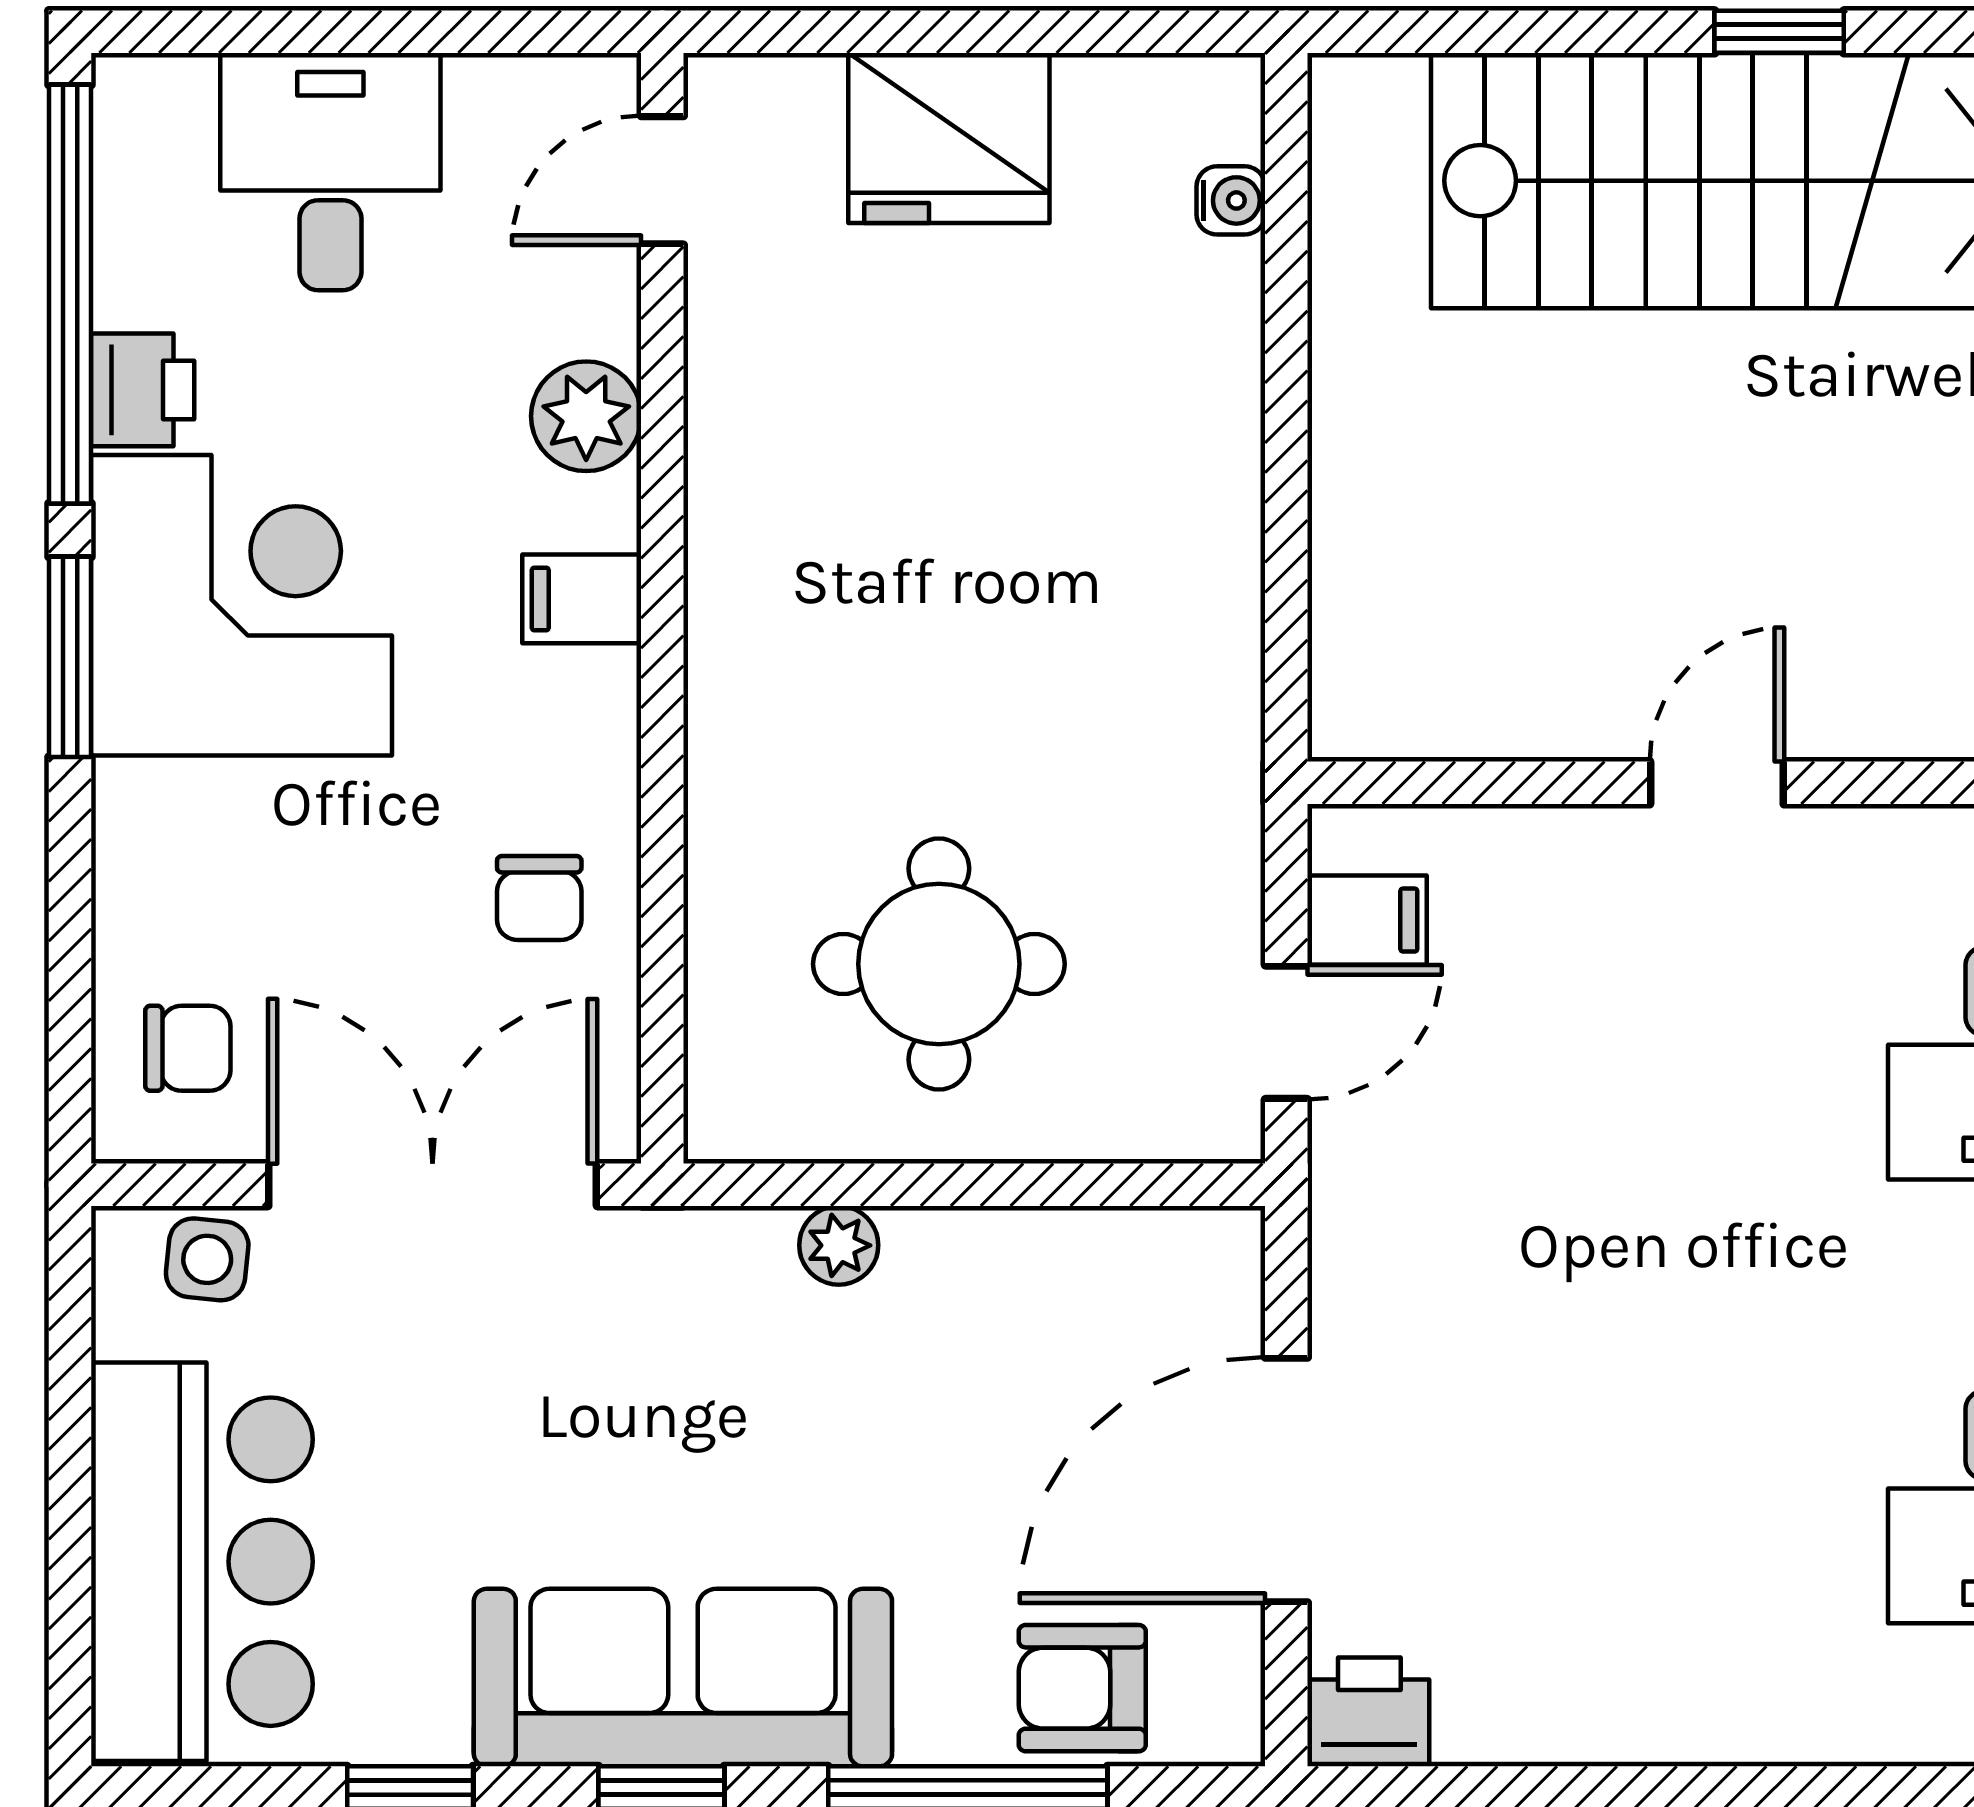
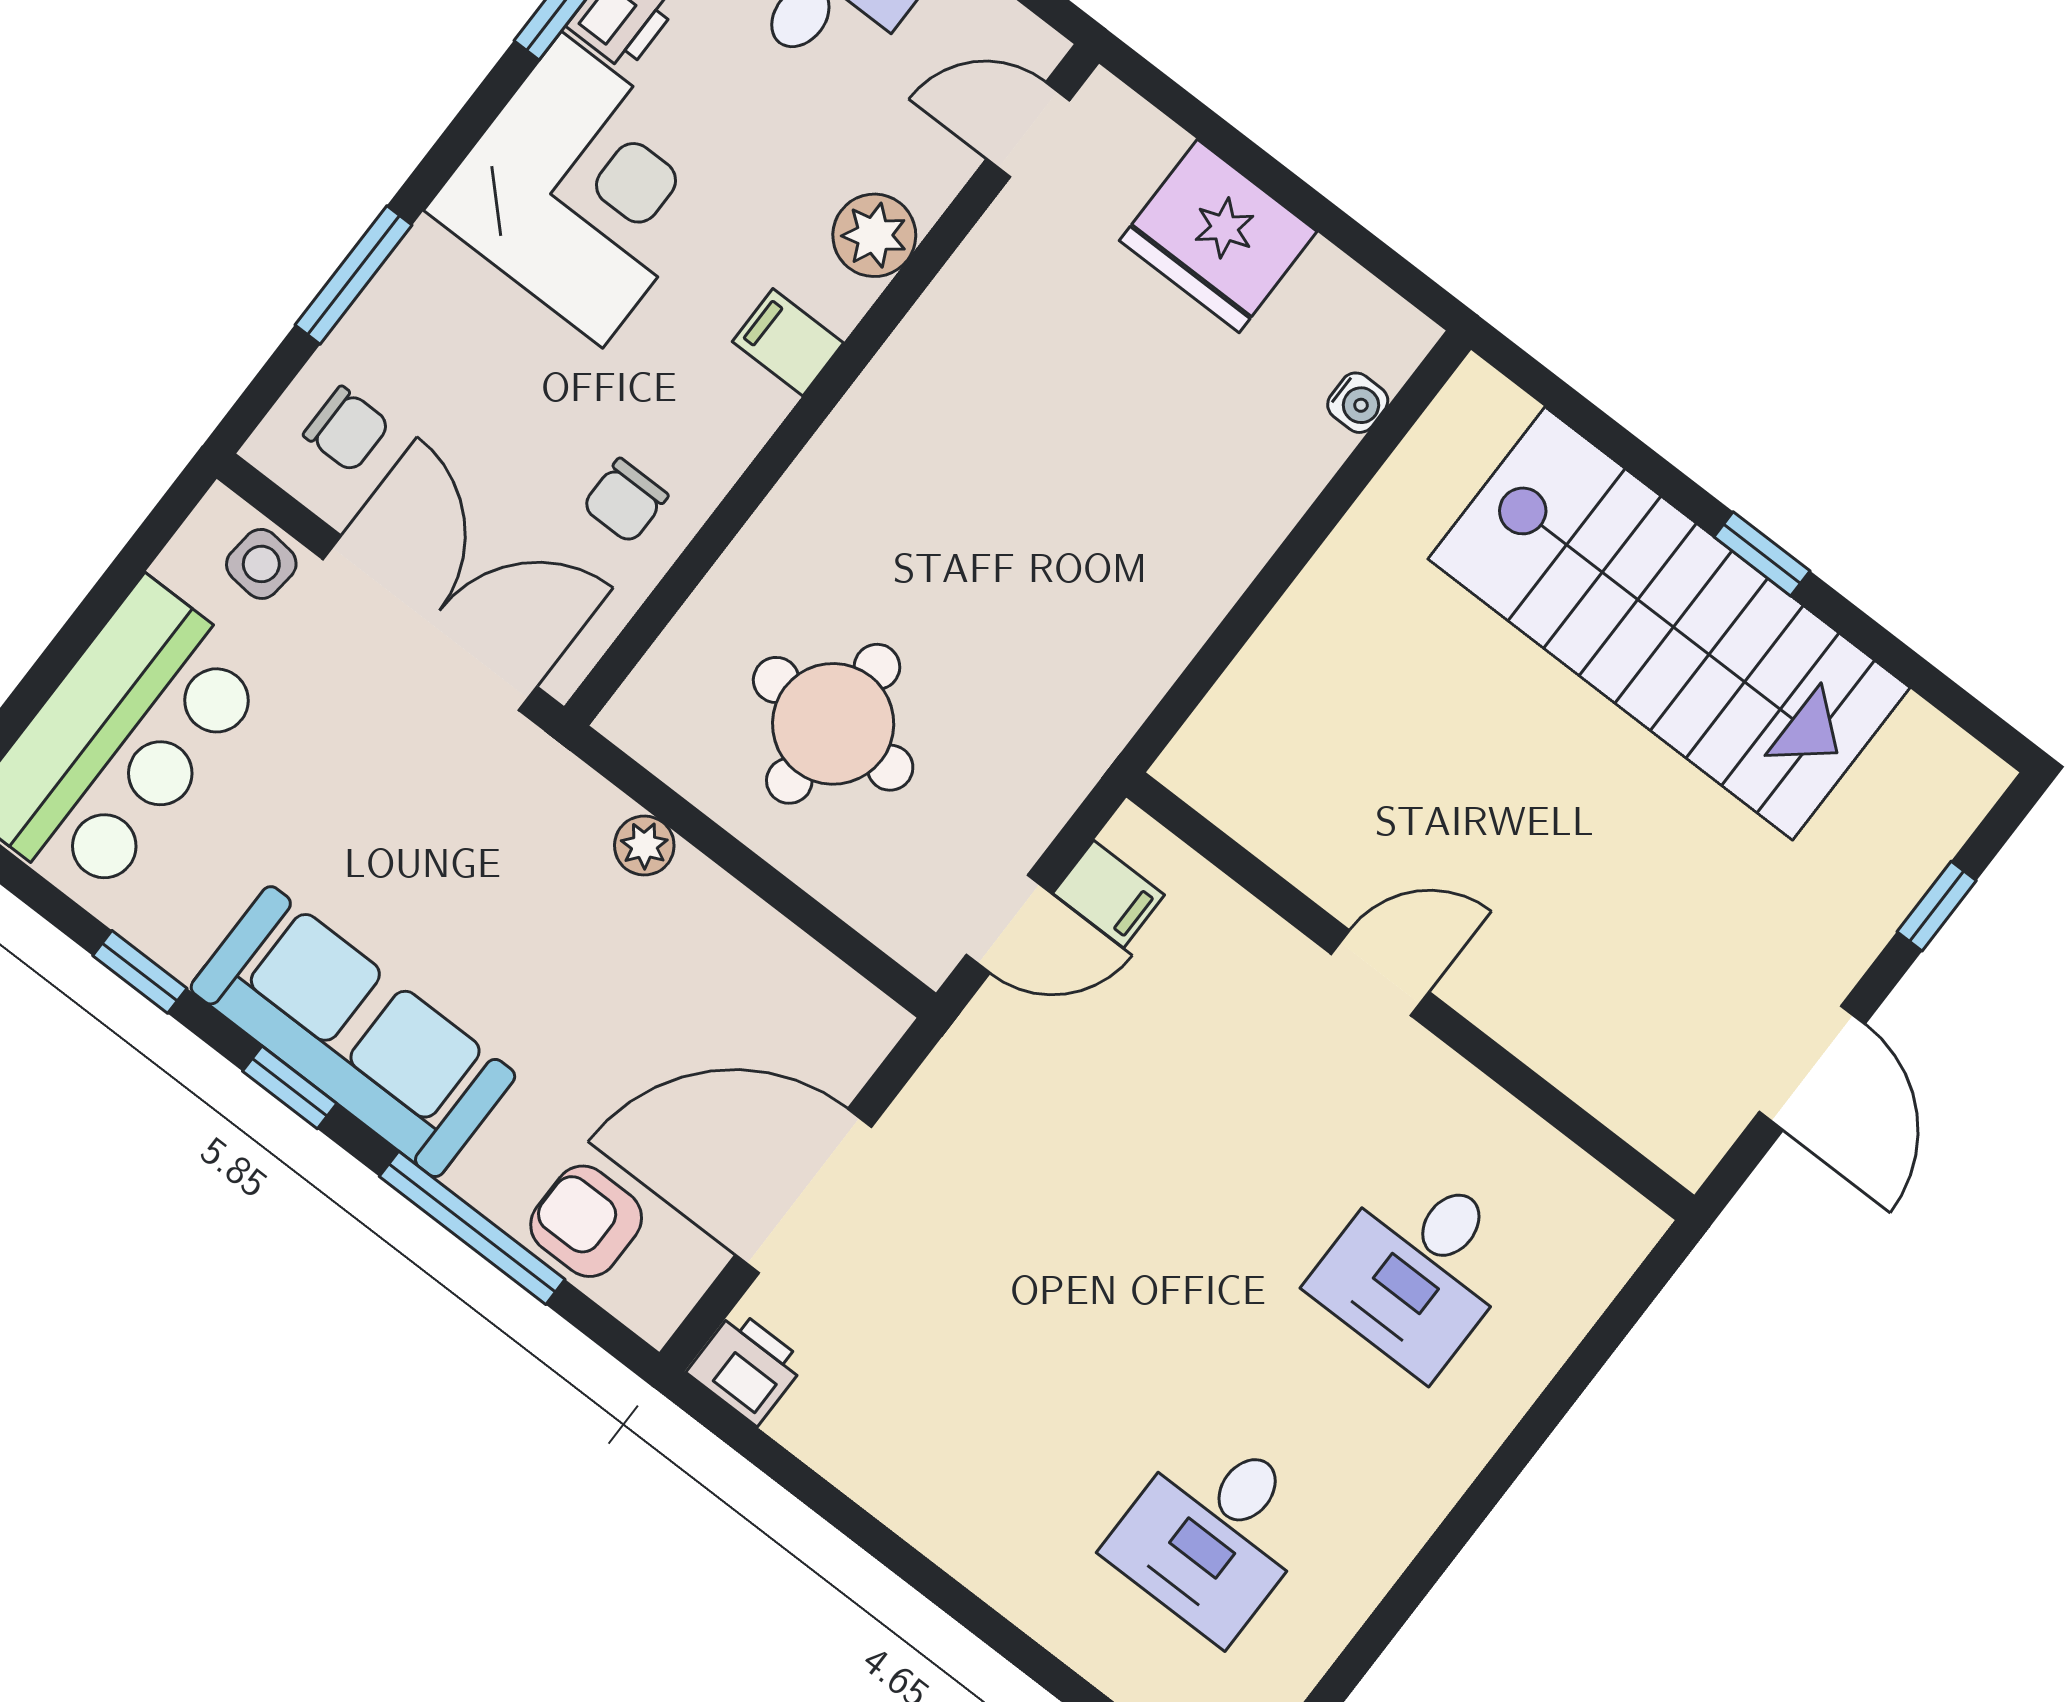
window: (70, 657) -> (354, 275), moved

